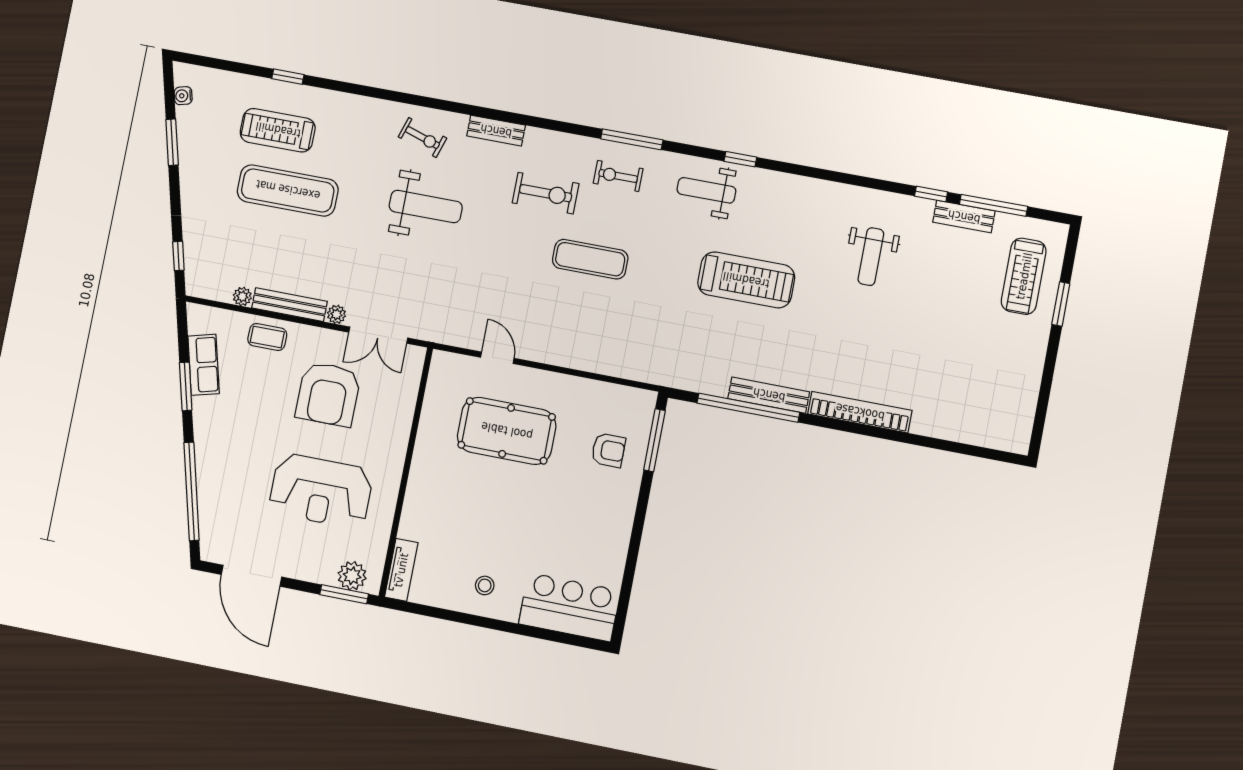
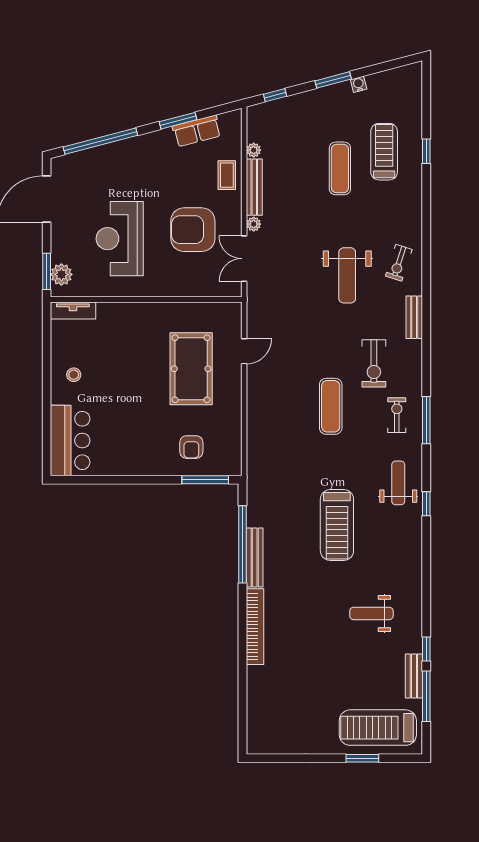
water cooler: (183, 96) -> (359, 84), moved
window: (172, 142) -> (333, 80), moved
exercise mat: (288, 190) -> (340, 168), width x0.73, depth x0.69
treadmill: (1024, 276) -> (378, 728), width x1.37, depth x1.38

